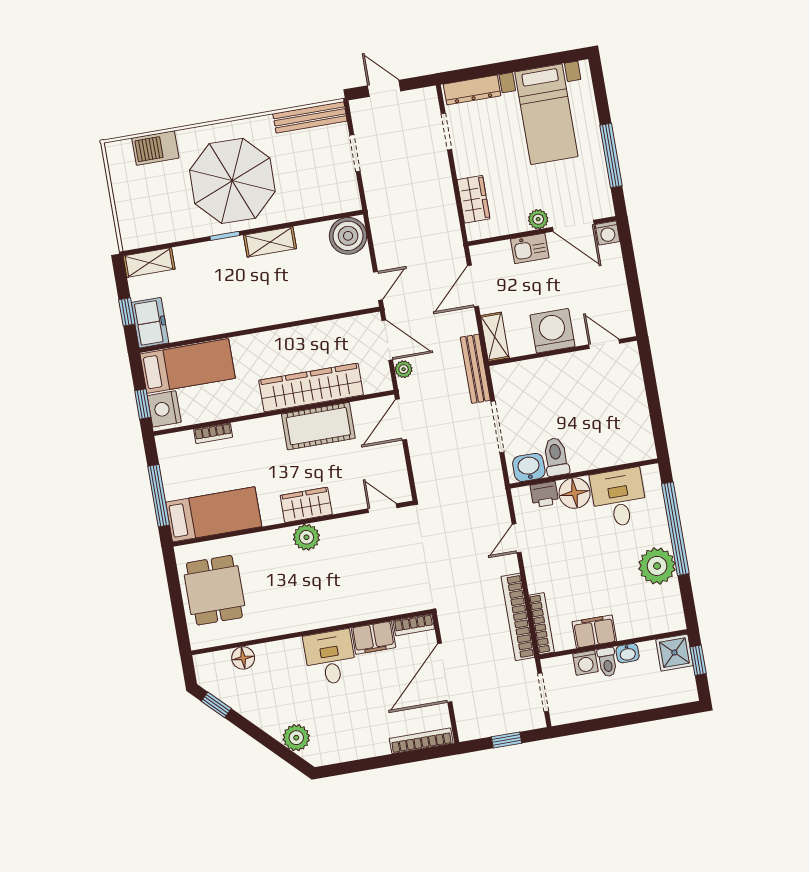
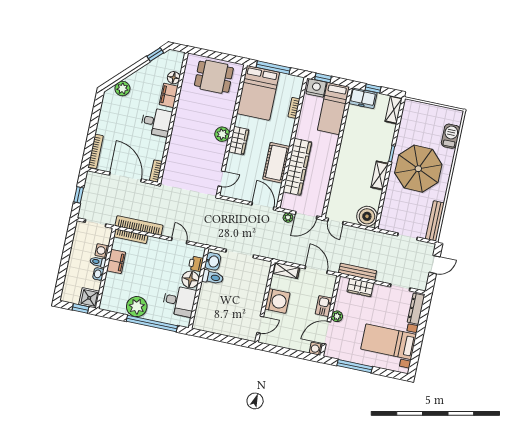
bench: (475, 369) -> (358, 272), moved
bed: (214, 514) -> (258, 93), width x1.50
filing cabinet: (373, 638) -> (169, 95), moved

